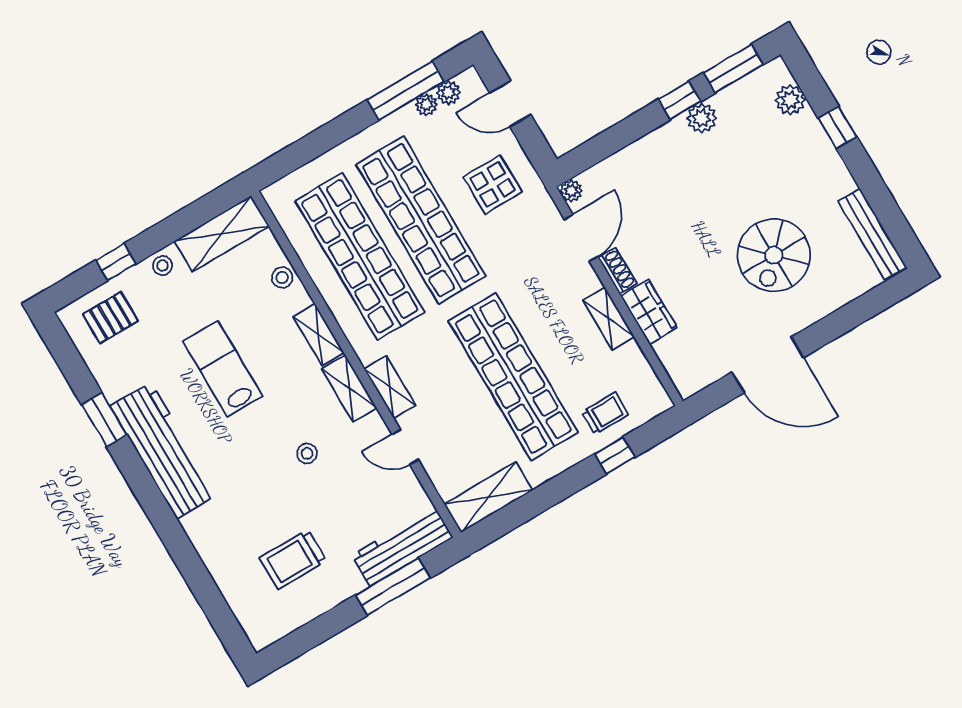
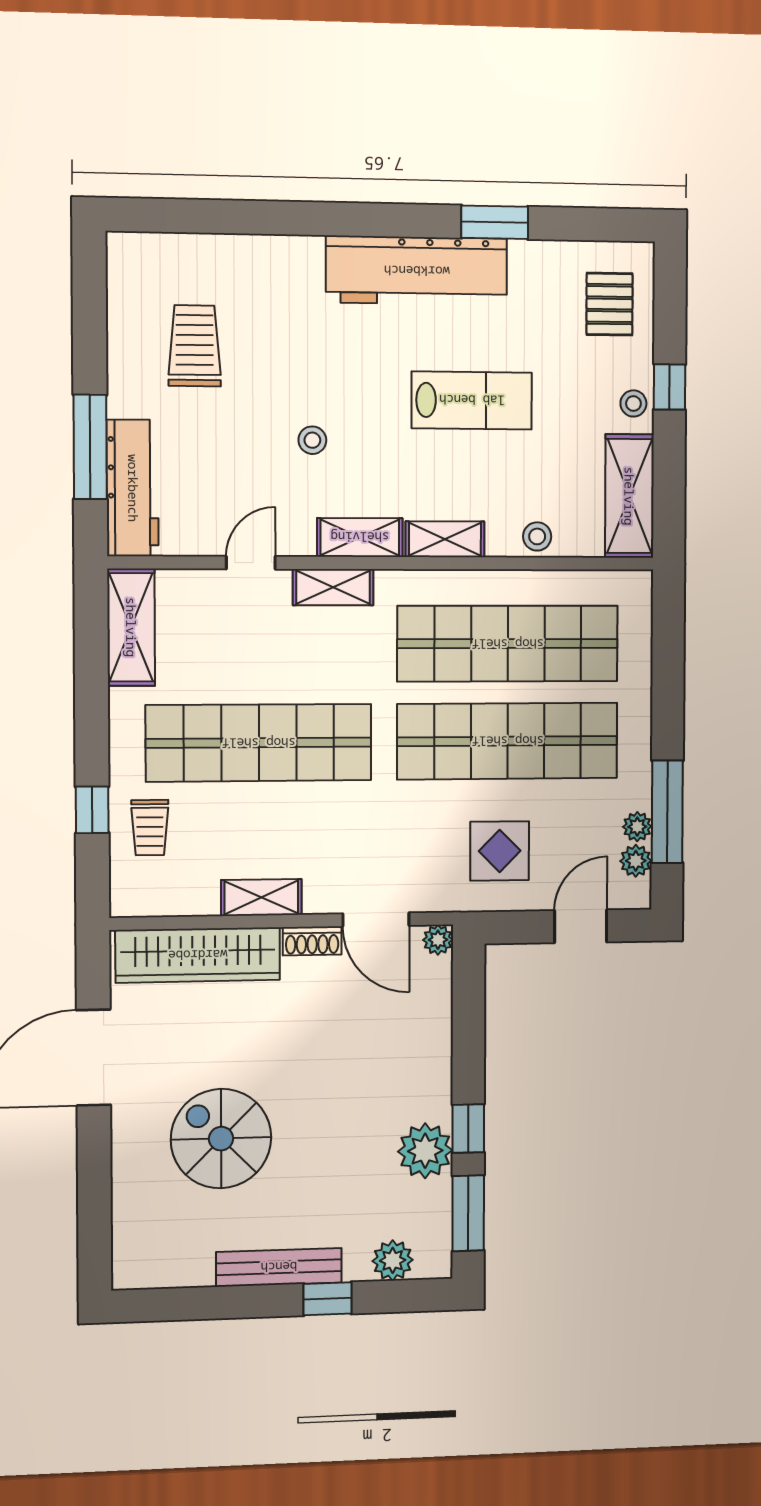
plant: (702, 118) -> (425, 1151), width x1.36, depth x1.36
bench: (872, 234) -> (279, 1267), moved
window: (116, 262) -> (670, 387), moved
wardrobe: (649, 312) -> (198, 955), width x2.10, depth x1.17

